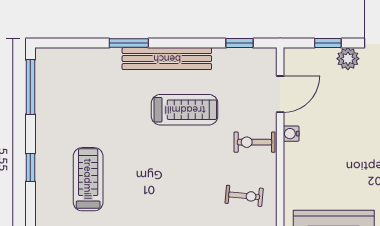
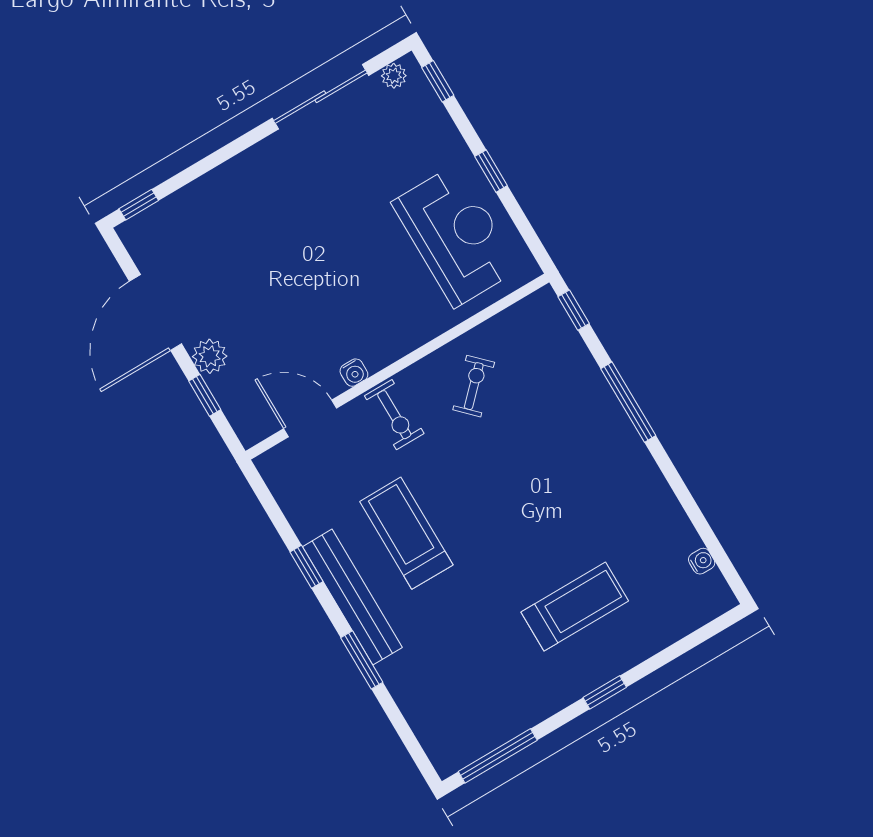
window: (240, 43) -> (307, 567), moved
treadmill: (88, 179) -> (575, 606), turned 180
exercise bike: (244, 196) -> (474, 386), turned 40

